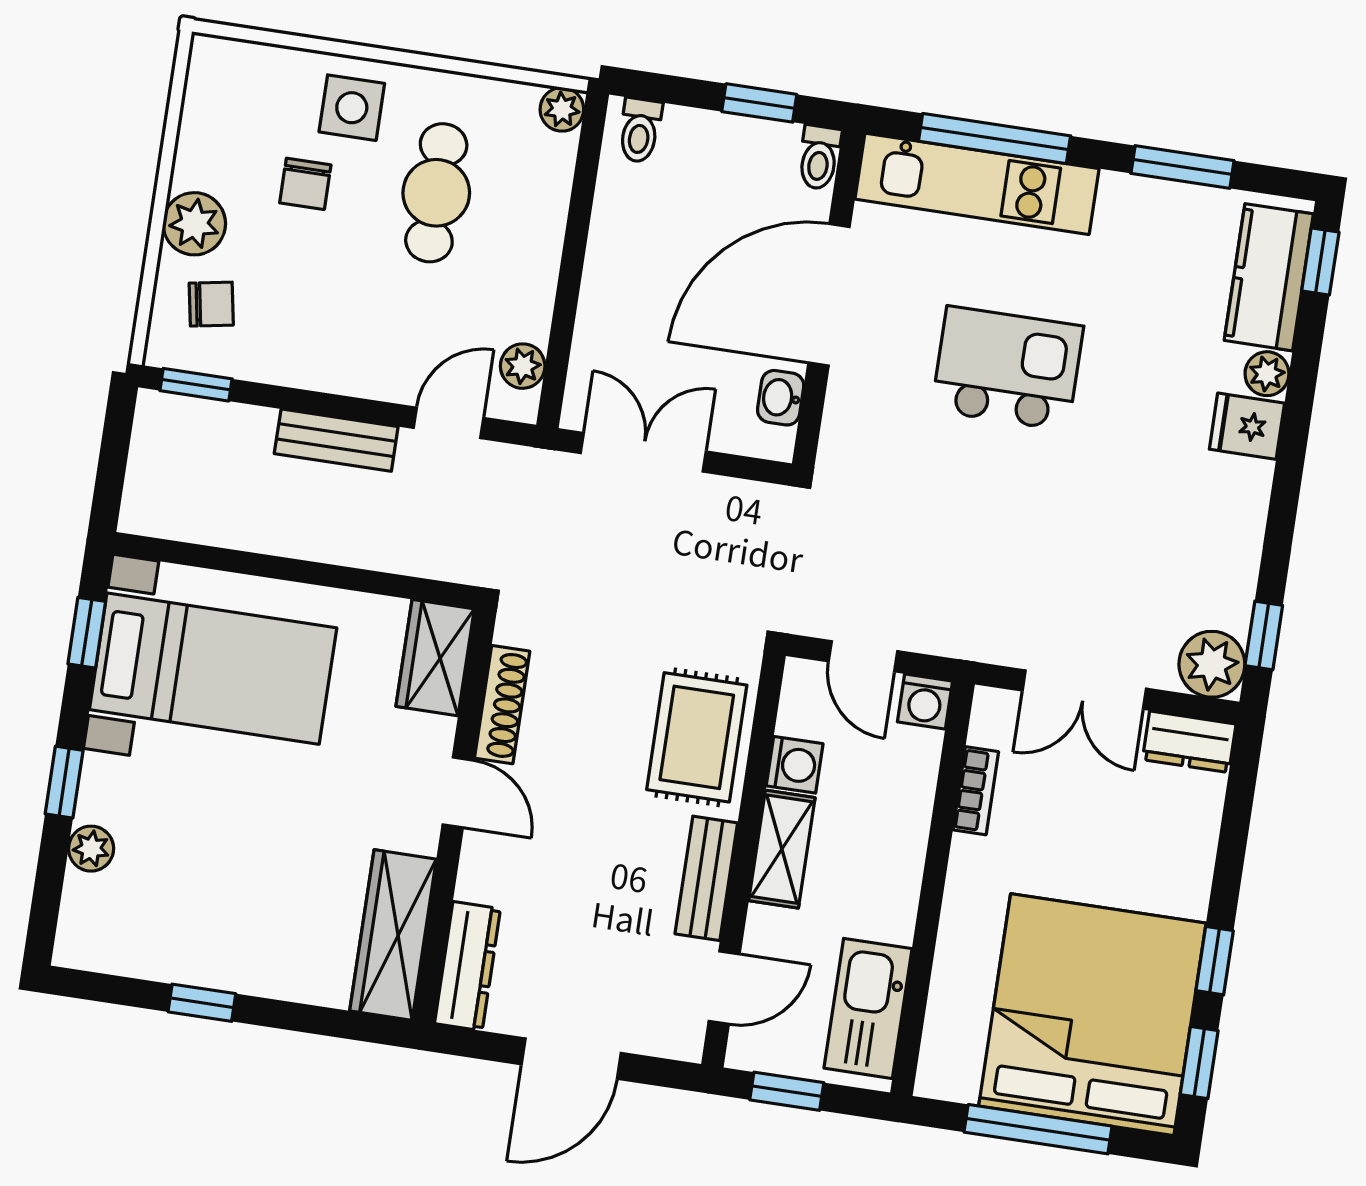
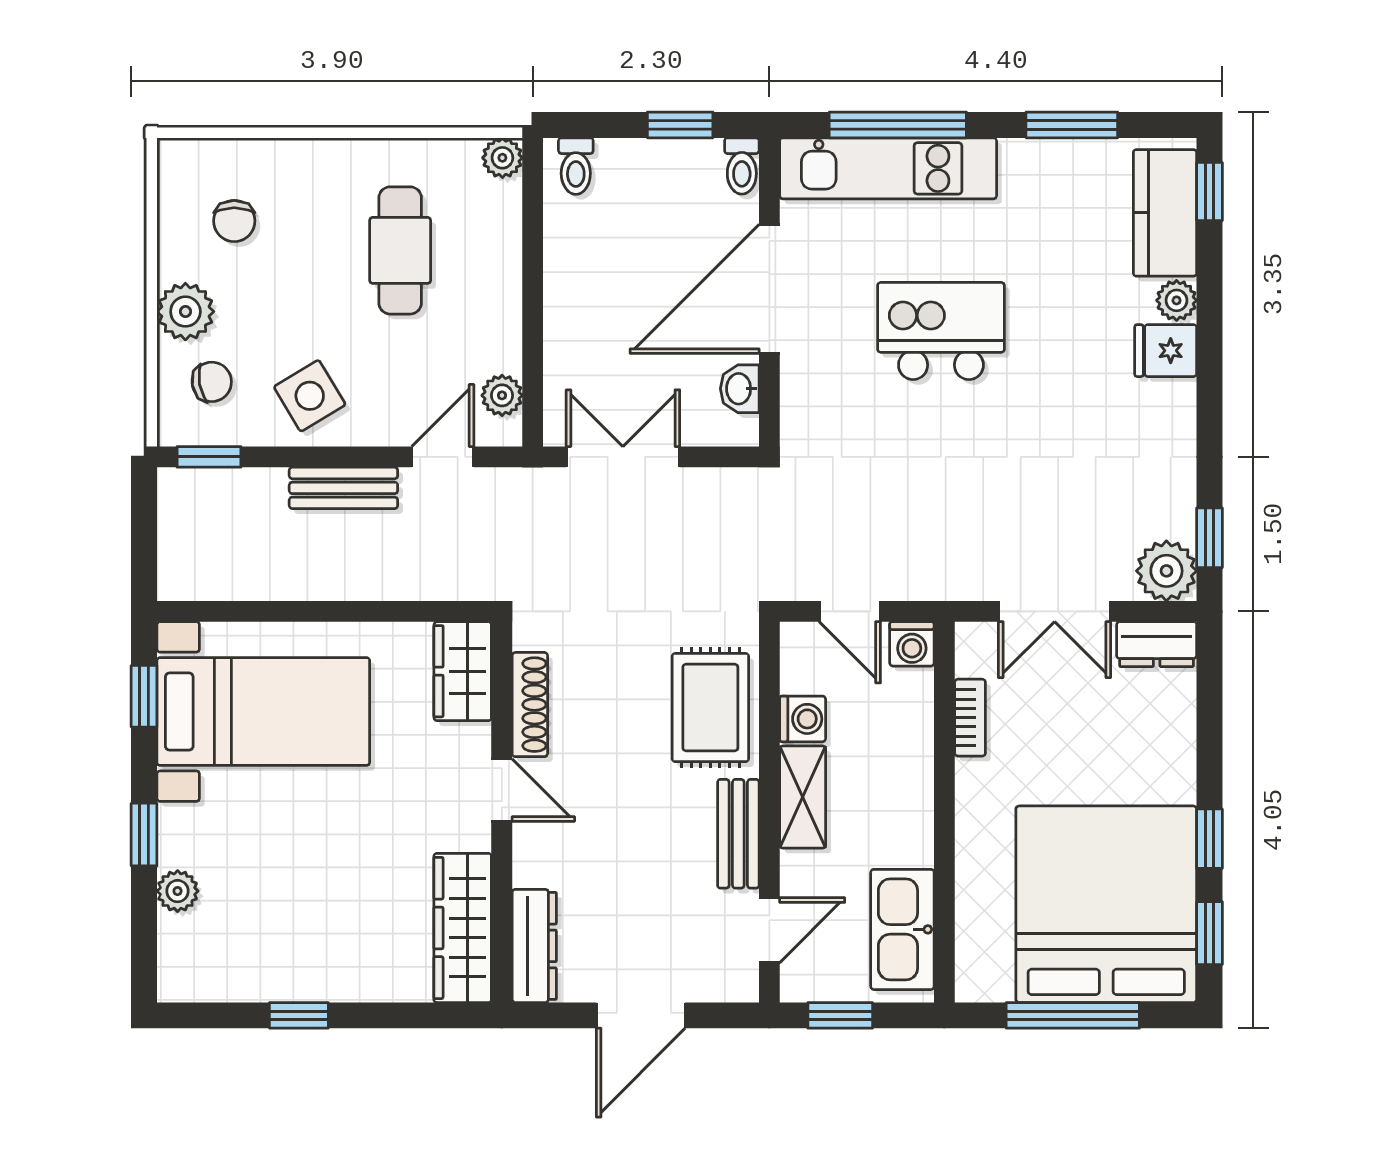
side table: (352, 108) -> (310, 396), moved, turned -31
chair: (305, 184) -> (234, 221), moved

